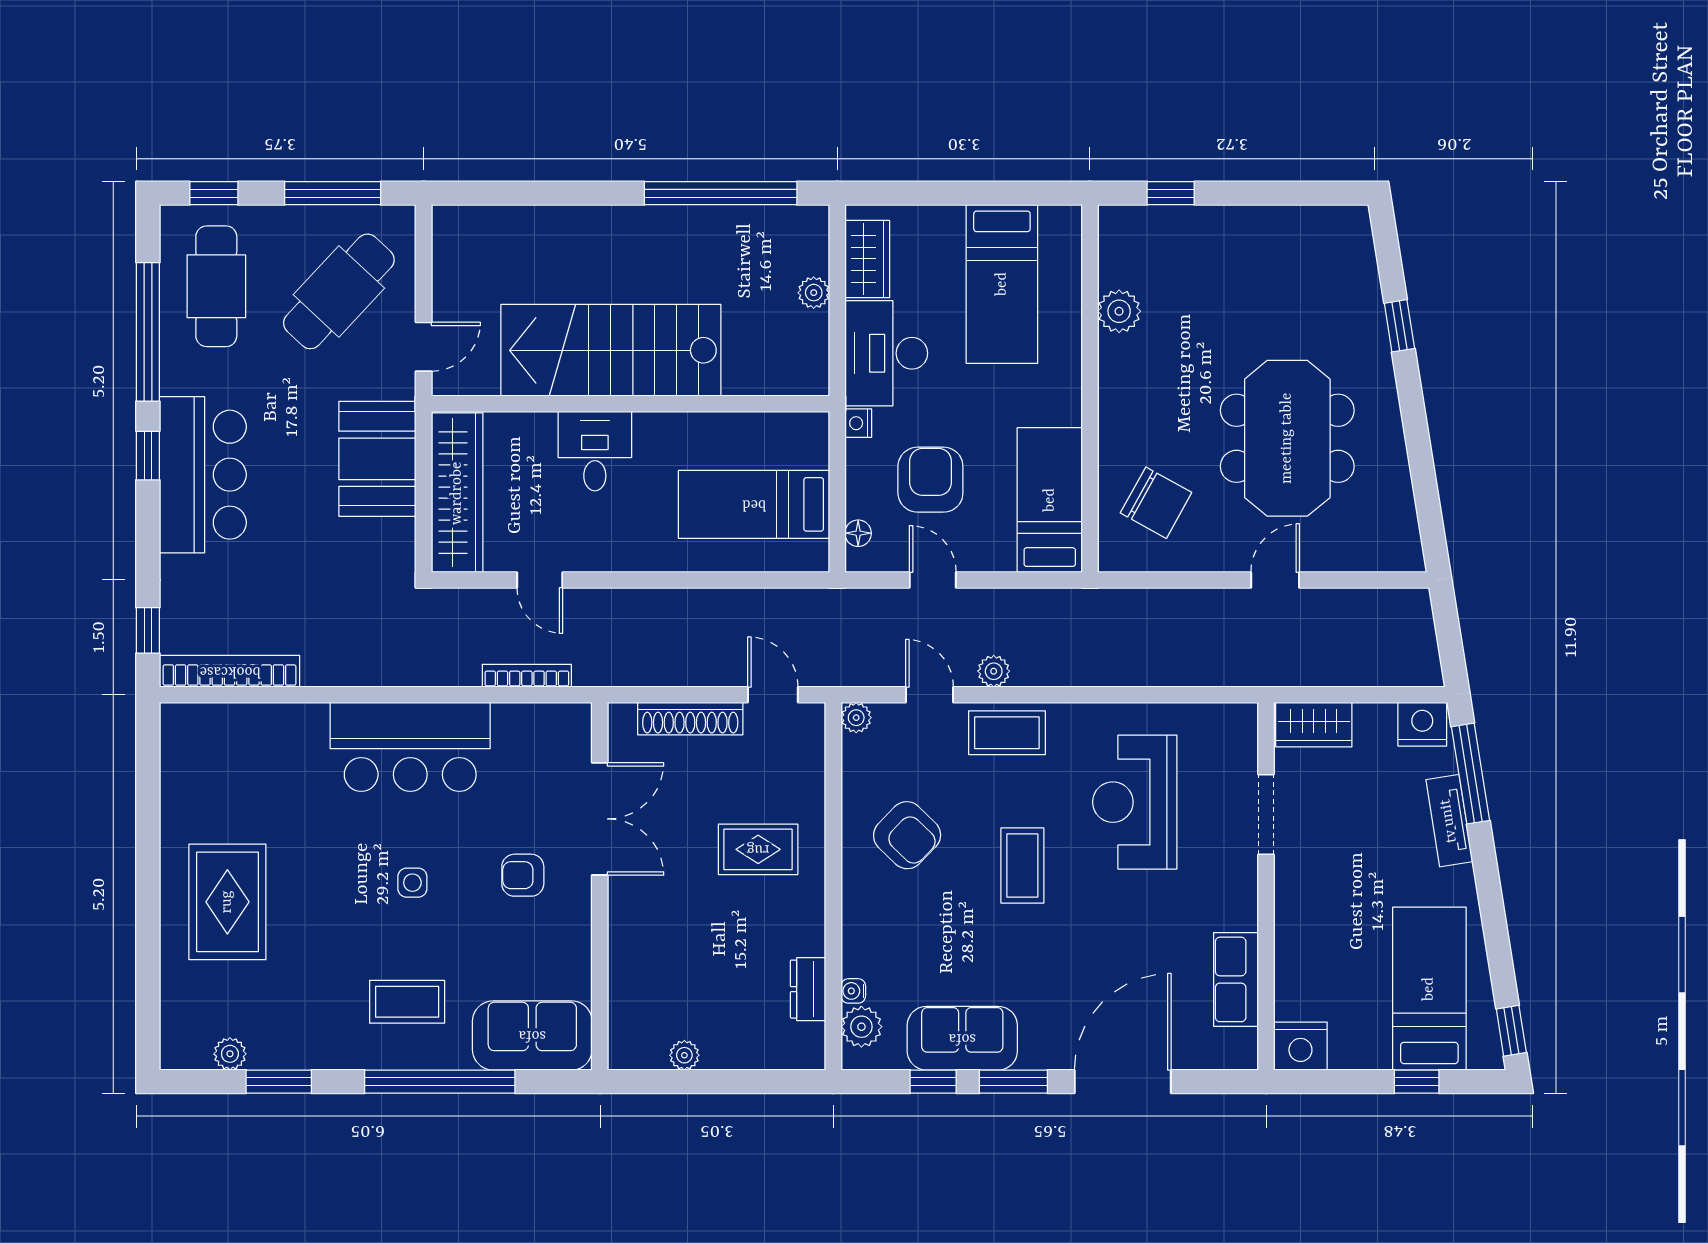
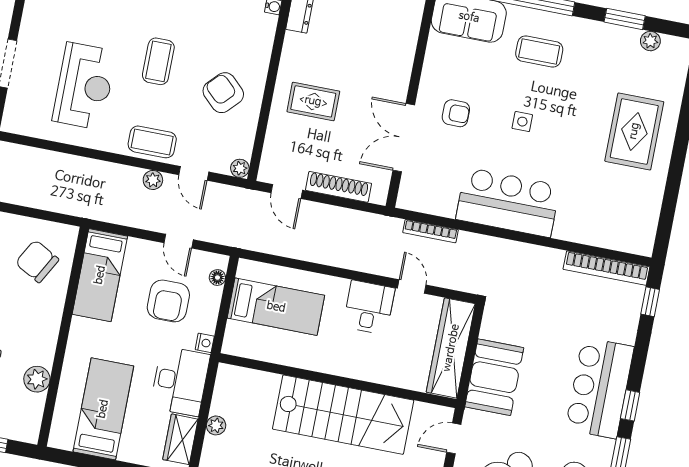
desk: (595, 451) -> (369, 307), moved, turned 180

